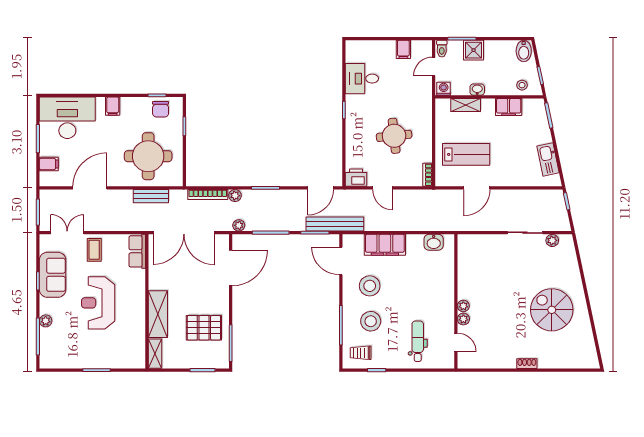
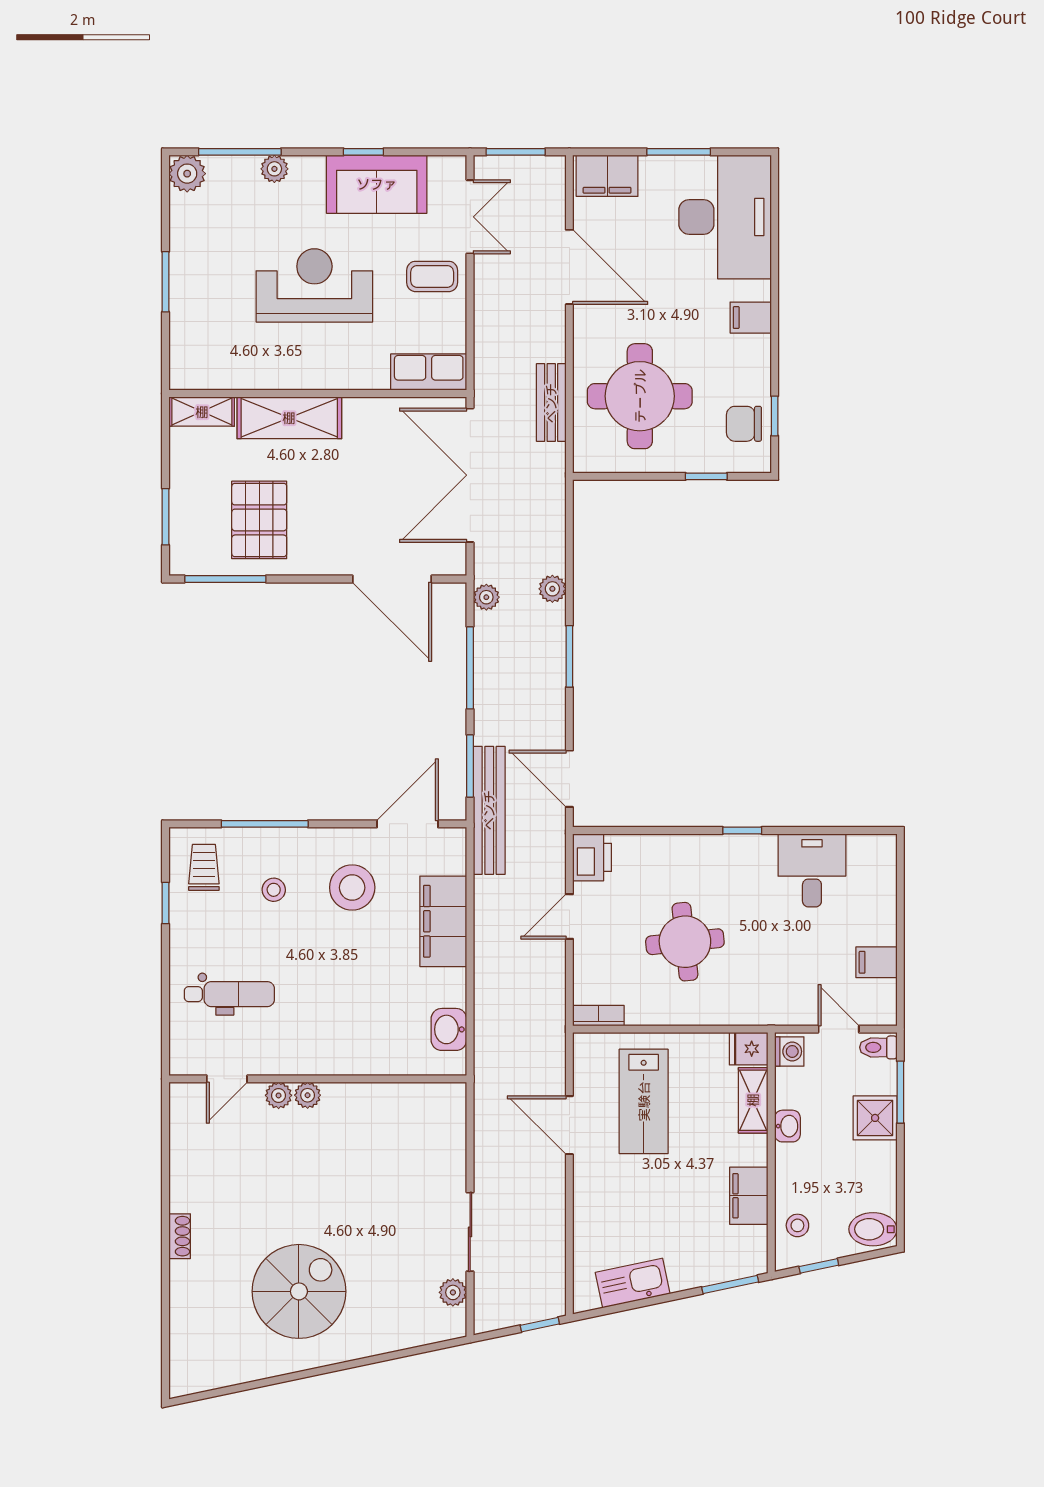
fridge: (442, 107) -> (749, 1049), added
filing cabinet: (49, 164) -> (607, 176), width x2.00
bookcase: (208, 195) -> (555, 528), removed
stool: (371, 321) -> (274, 890), width x0.53, depth x0.53
plant: (48, 360) -> (187, 174), added

